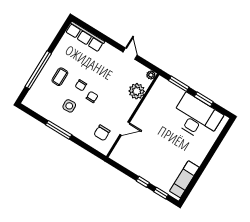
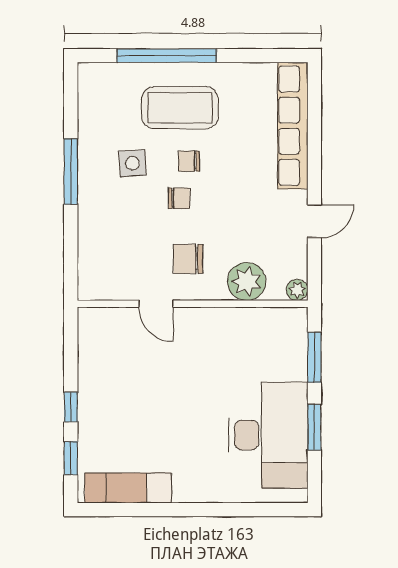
row of seats: (85, 37) -> (293, 126), width x1.36
coffee table: (60, 77) -> (180, 108), width x1.86, depth x1.72
chair: (102, 133) -> (188, 259), moved

